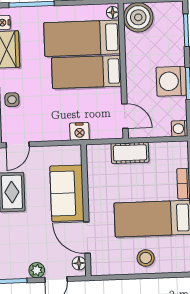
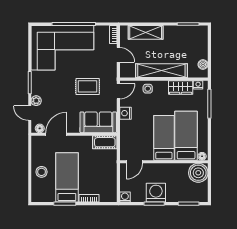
nightstand: (79, 131) -> (125, 113), moved
door: (18, 145) -> (118, 91), swing flipped
cot: (130, 153) -> (105, 142), moved, turned 90
sofa: (67, 193) -> (98, 122), moved

